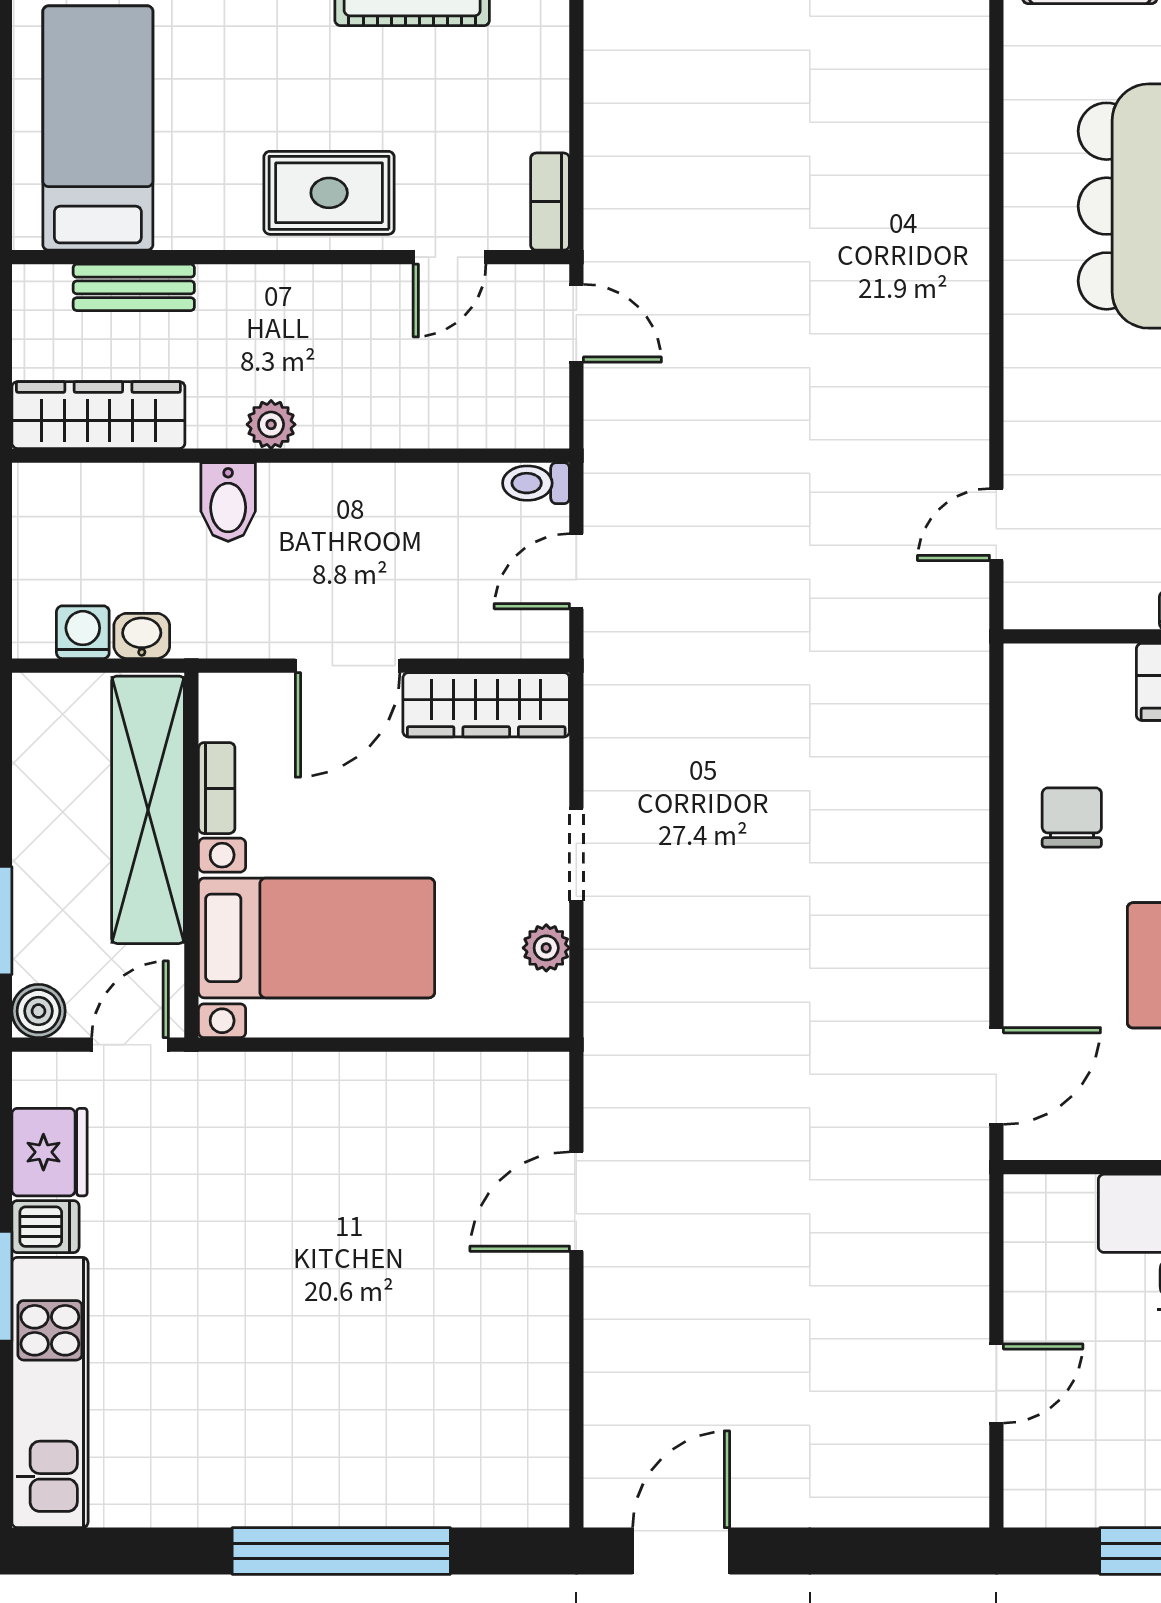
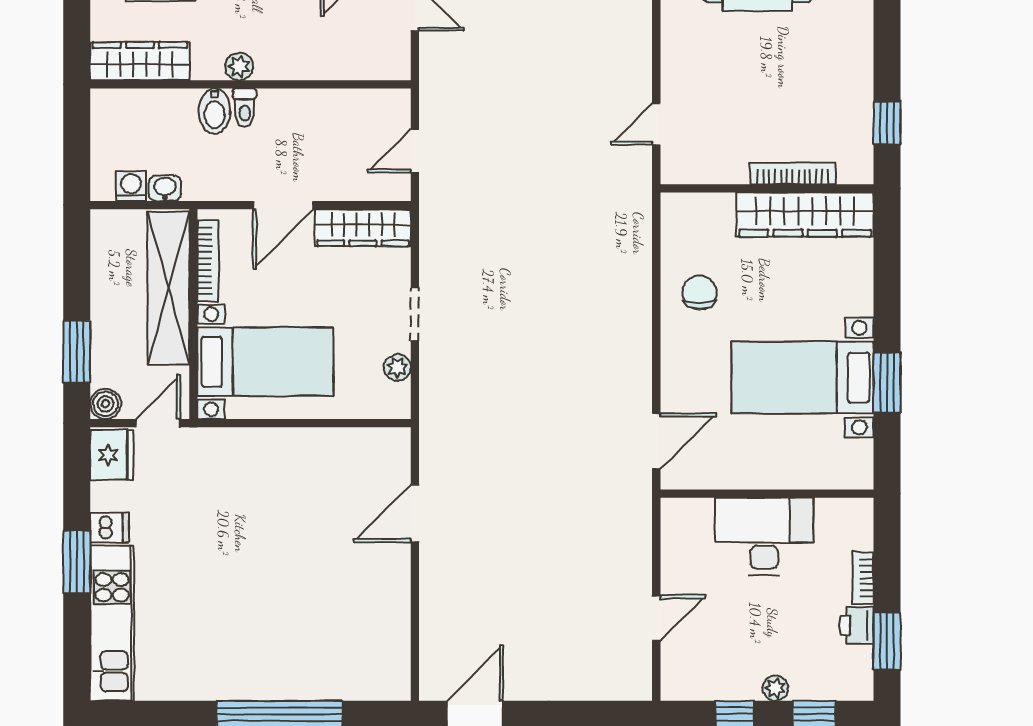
toilet: (536, 483) -> (245, 108), moved, turned -90
bookcase: (217, 788) -> (208, 261), width x1.56
fridge: (50, 1152) -> (112, 455), moved

